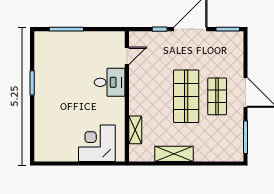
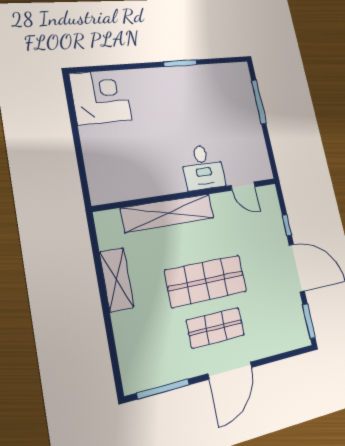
shelving: (135, 130) -> (168, 213), width x2.20, depth x1.33
corner desk: (97, 143) -> (101, 97), moved

